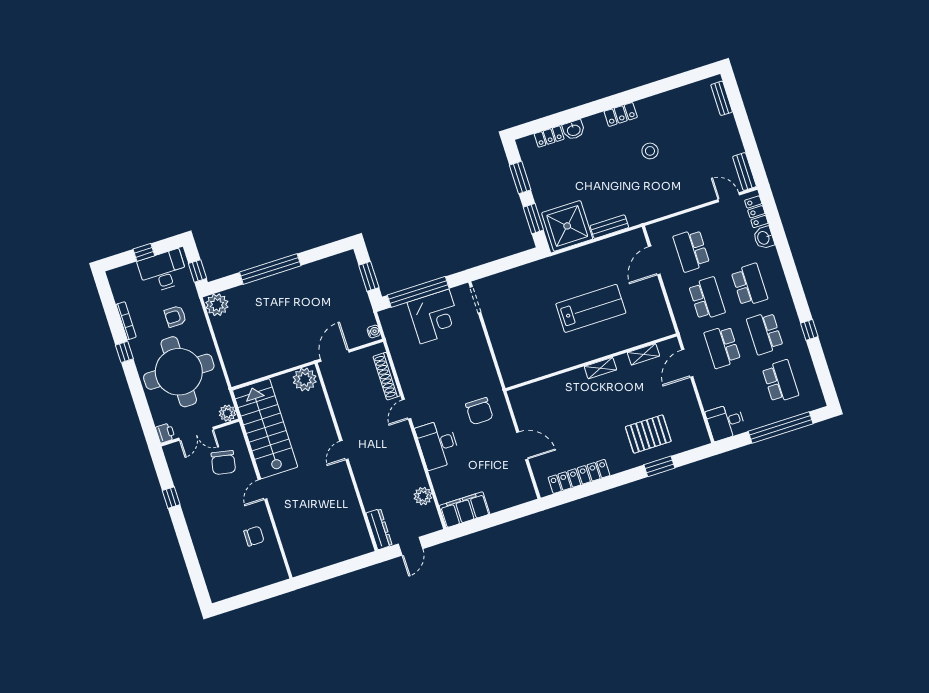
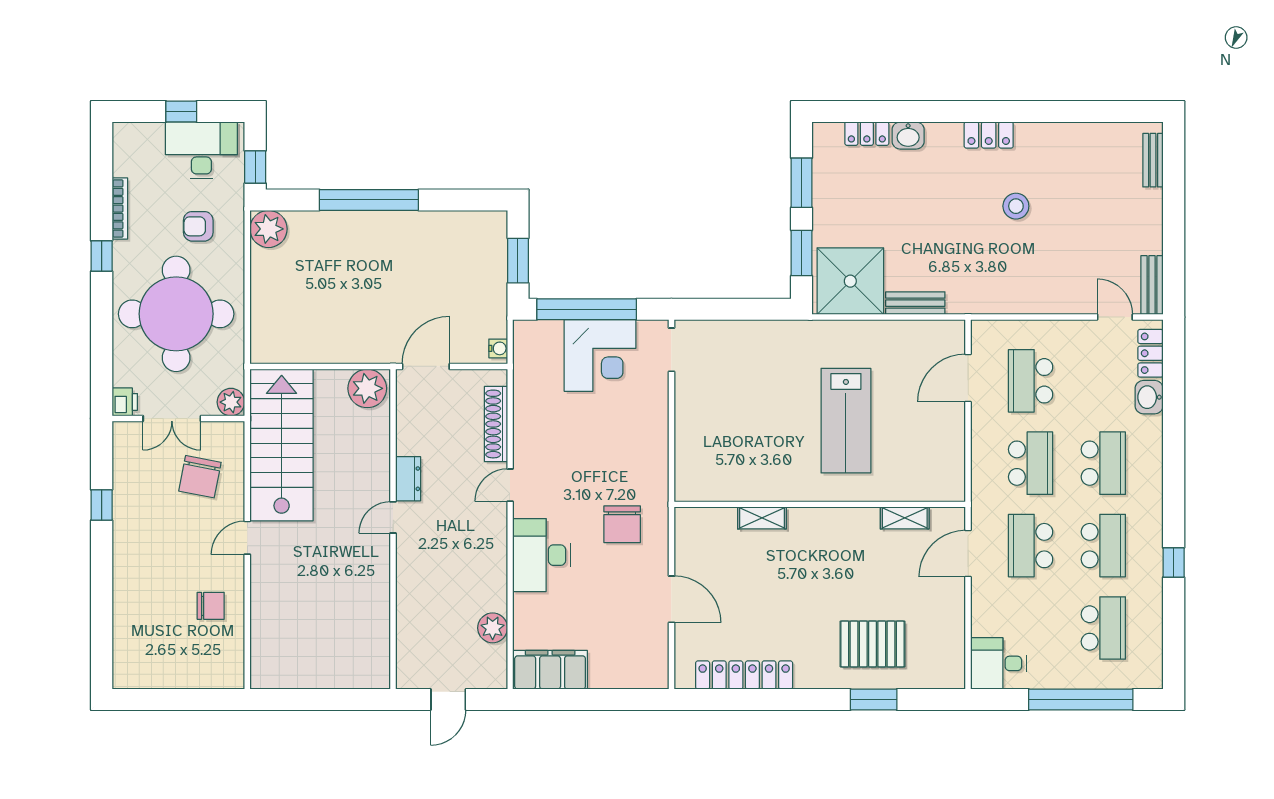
lab bench: (591, 308) -> (846, 421), turned 90
school desk: (765, 333) -> (1103, 546), turned 180
shelving: (600, 368) -> (762, 518), moved
dresser: (379, 529) -> (408, 479), moved, width x0.70

